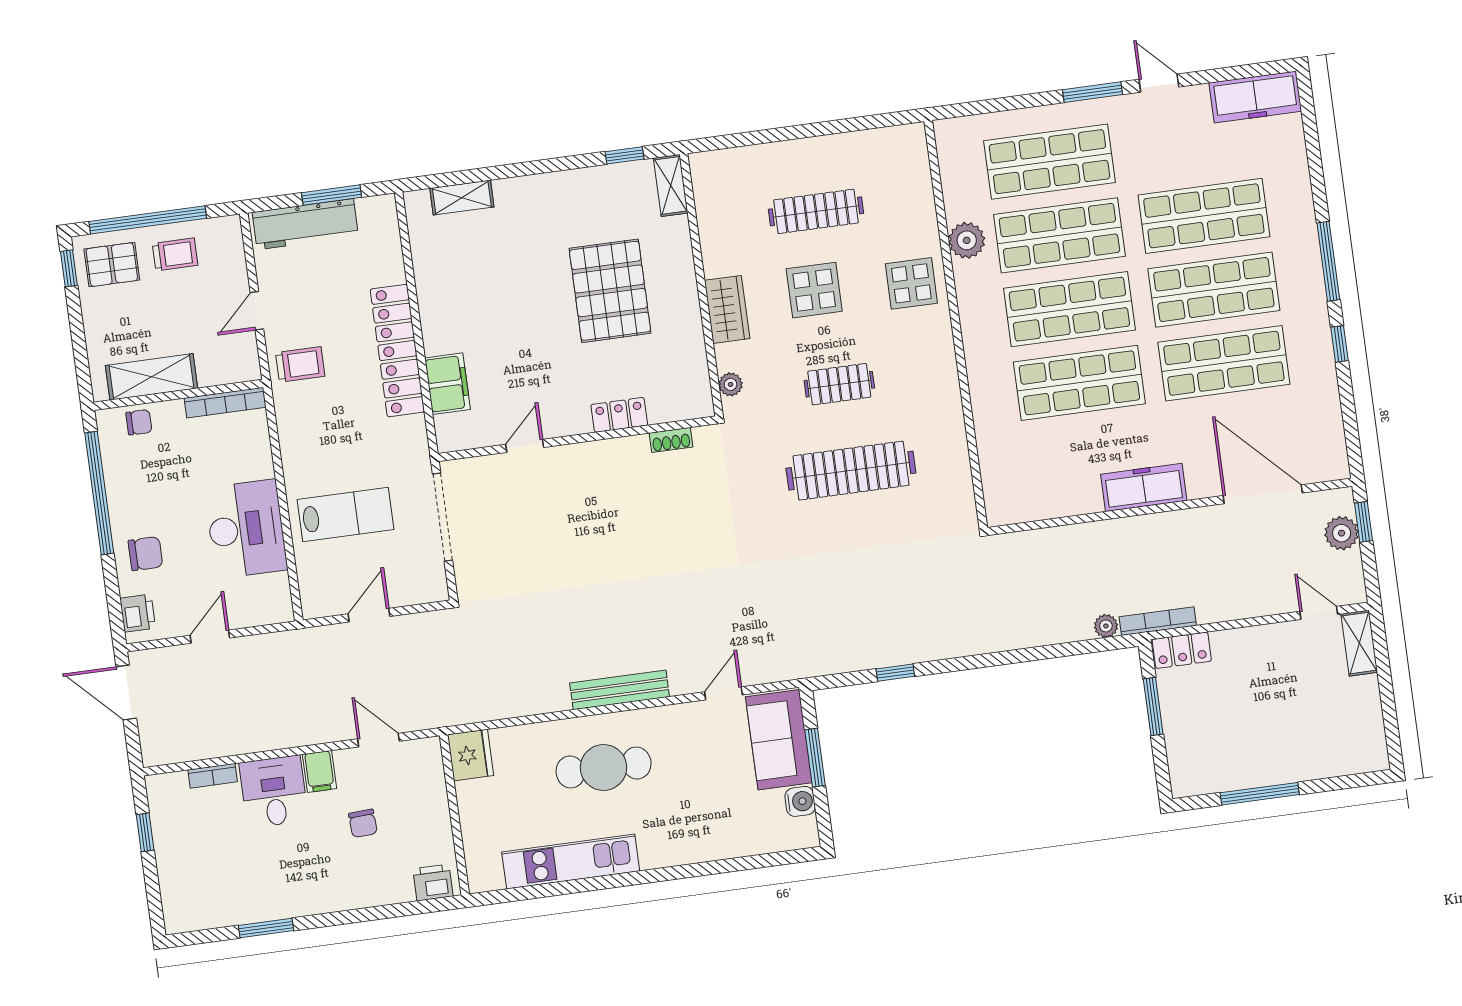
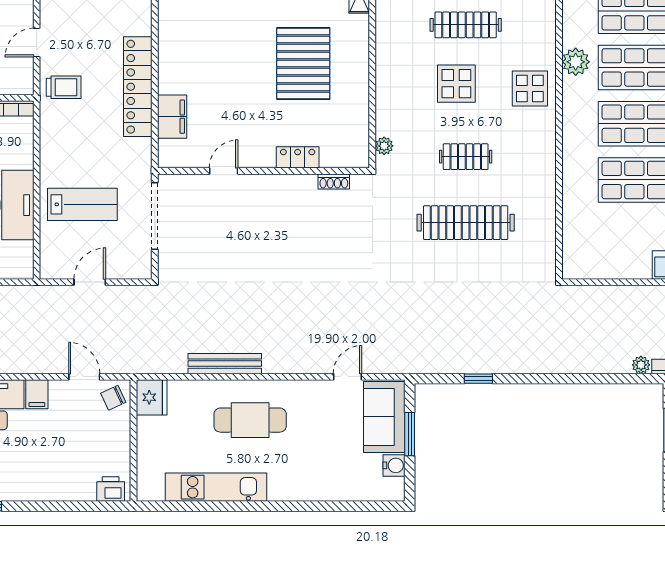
wardrobe: (727, 309) -> (389, 89), removed
bench: (620, 690) -> (225, 364), moved
chair: (363, 823) -> (113, 398), moved, turned 68

